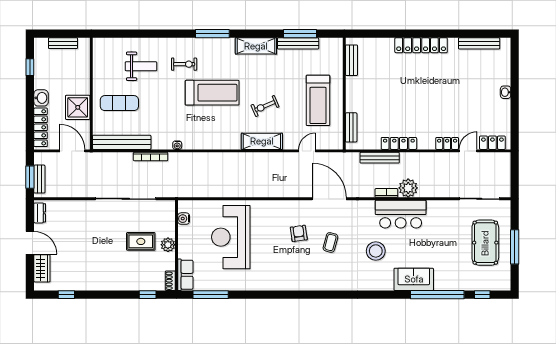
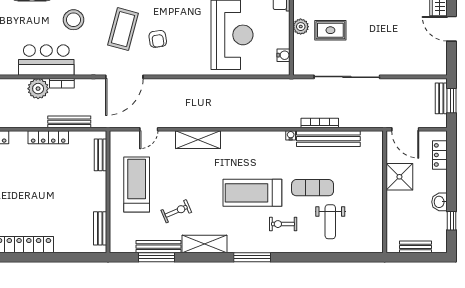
weight bench: (141, 66) -> (330, 222), turned -90
washbasin: (41, 98) -> (440, 202), moved
exercise mat: (119, 103) -> (313, 188), moved
exercise bike: (265, 106) -> (176, 211), moved
locker: (41, 127) -> (440, 155), width x0.66
bench: (122, 142) -> (328, 139), moved
door: (329, 199) -> (124, 77), hinge flipped
dresser: (40, 213) -> (441, 61), removed
coffee table: (330, 242) -> (123, 29), width x1.86, depth x1.72

